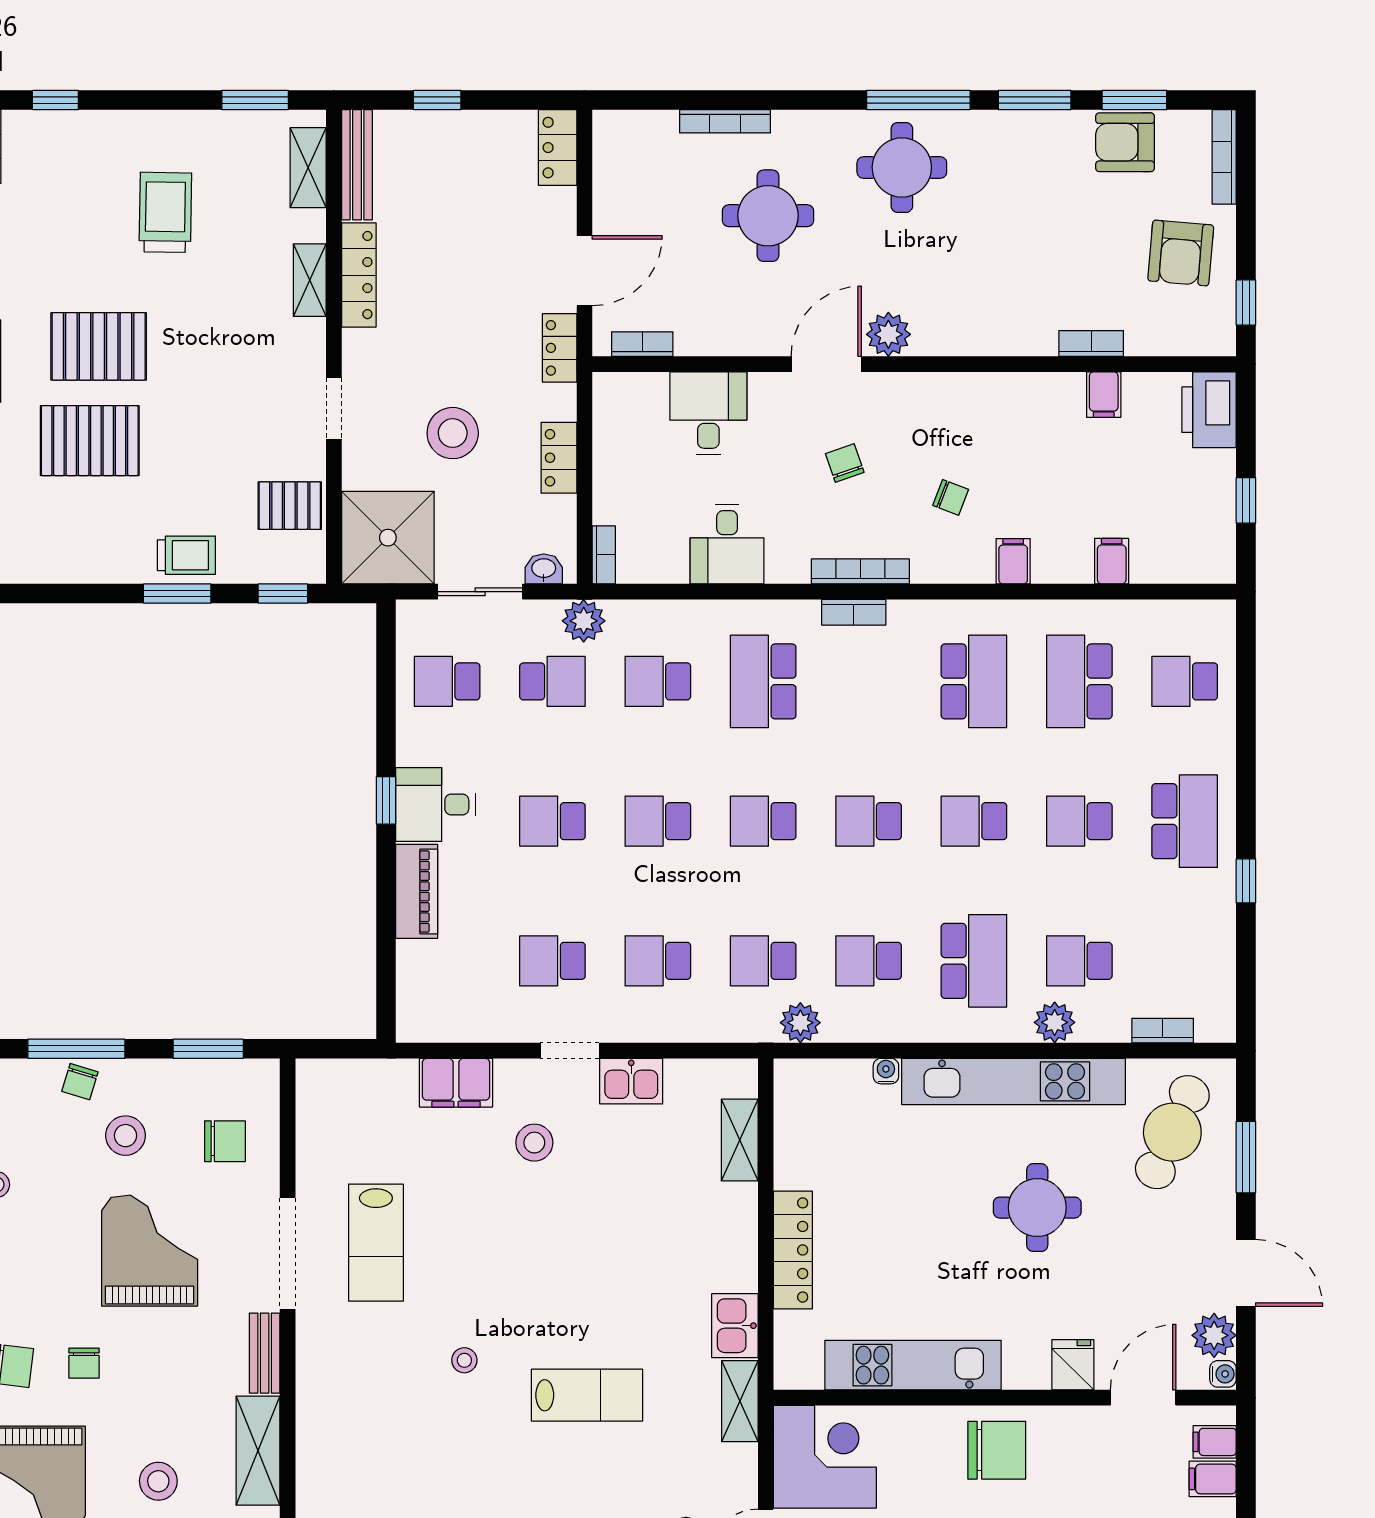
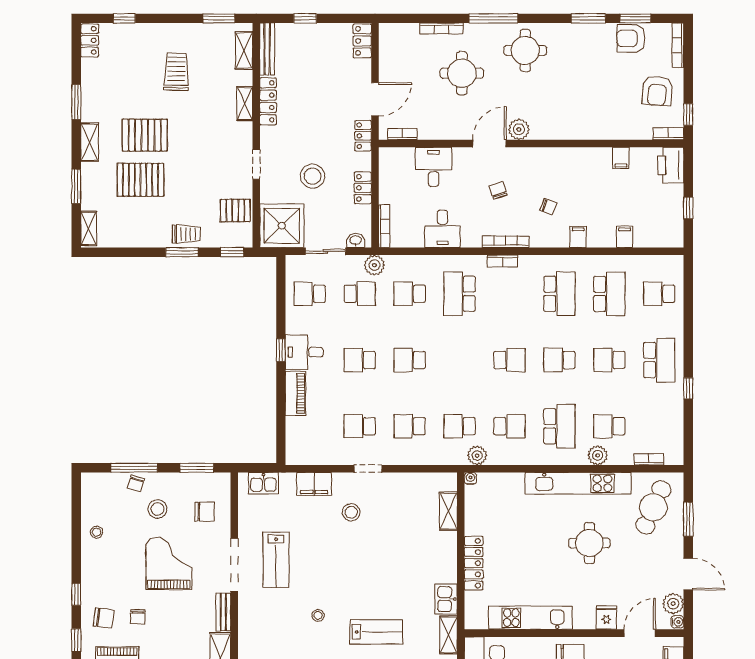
window: (918, 100) -> (494, 18), moved
bookcase: (1091, 344) -> (668, 134), moved
bookcase: (604, 555) -> (384, 226), width x1.56
school desk: (1079, 681) -> (609, 294), turned 180
school desk: (763, 821) -> (460, 360), removed
school desk: (869, 821) -> (509, 360), turned 180
school desk: (869, 961) -> (509, 426), turned 180
water cooler: (886, 1071) -> (470, 478), moved
kitchen sink: (631, 1081) -> (263, 483), moved

